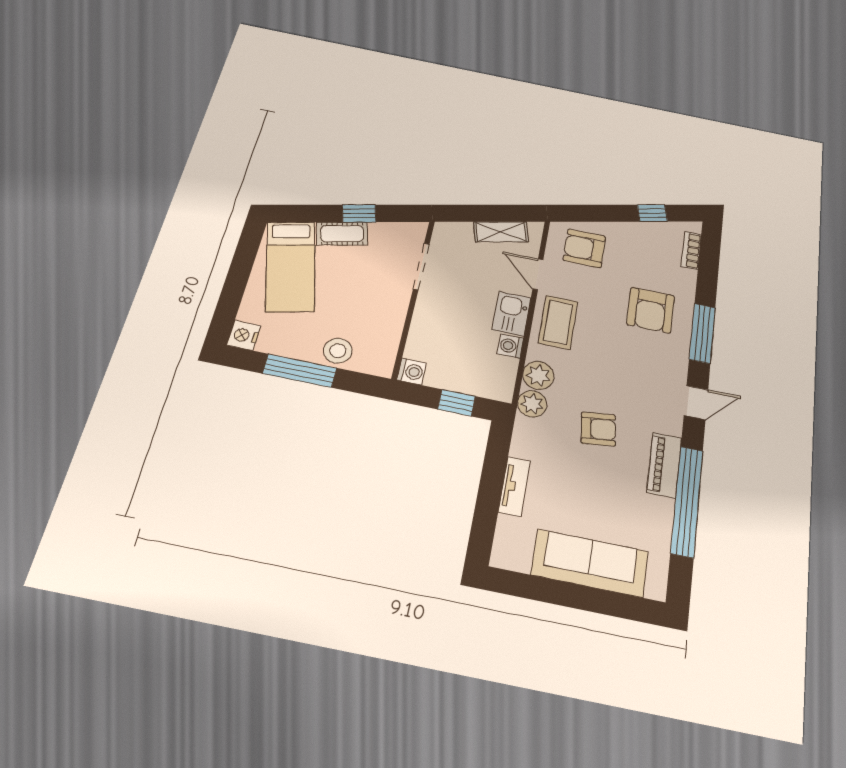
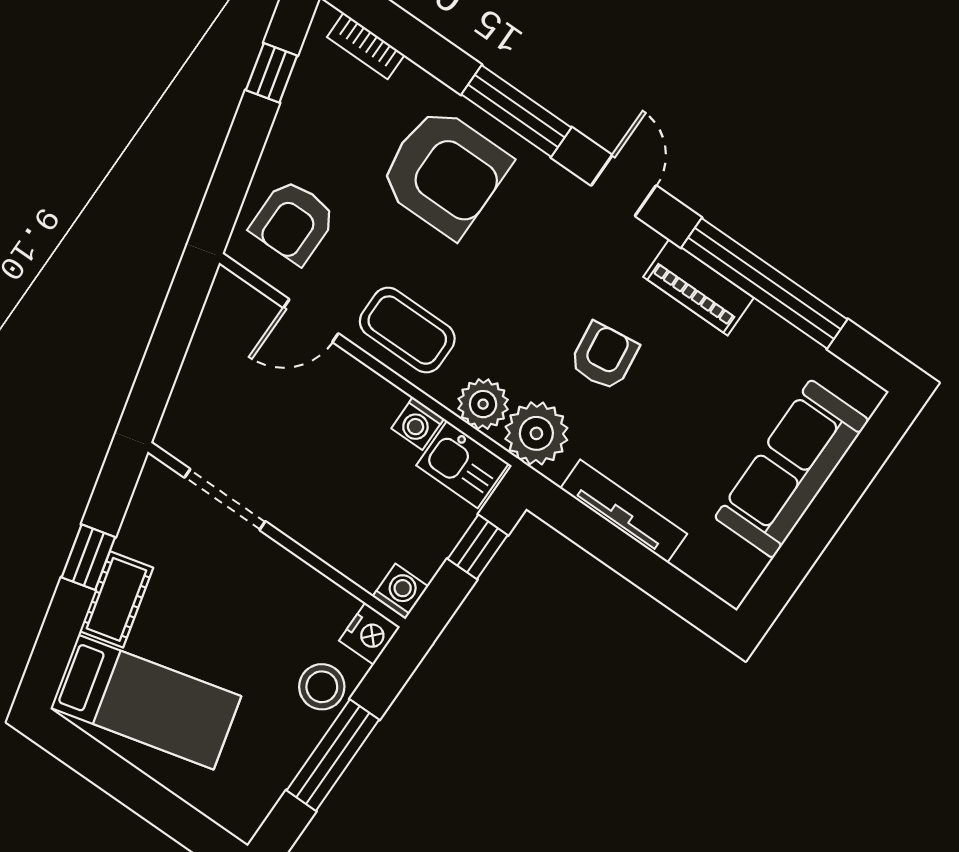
shelving: (501, 232) -> (210, 343), removed
armchair: (651, 310) -> (444, 172), width x1.36, depth x1.36
kitchen sink: (511, 314) -> (462, 465), moved
nightstand: (244, 335) -> (370, 634), moved, turned -90
plant: (532, 404) -> (536, 433), width x1.36, depth x1.36
tv unit: (514, 486) -> (624, 511), width x1.41

